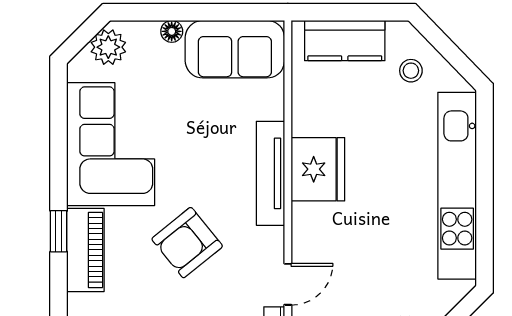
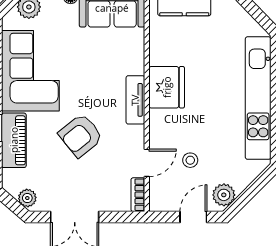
stool: (411, 71) -> (190, 160), moved
tv unit: (270, 173) -> (135, 100), width x0.71

